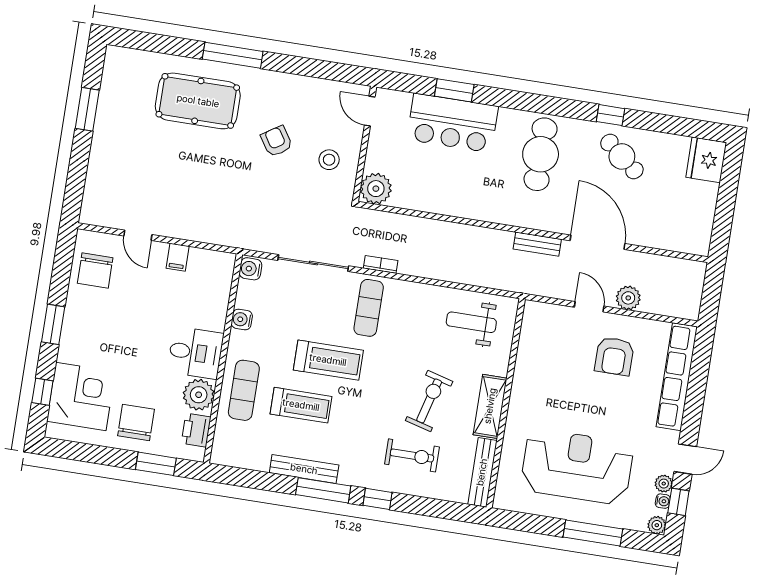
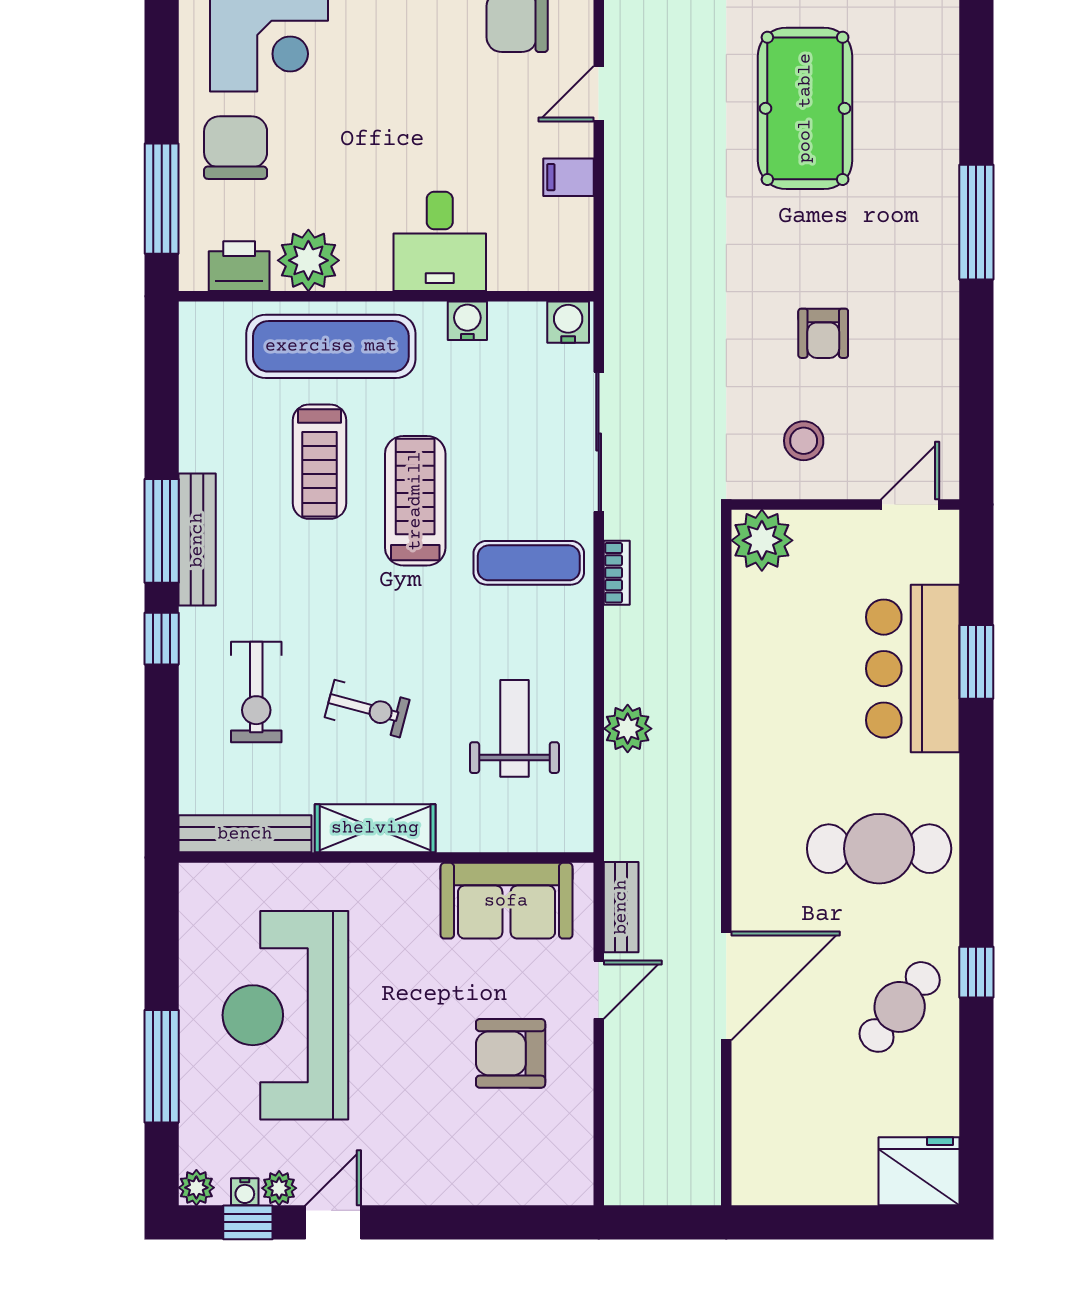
pool table: (198, 101) -> (805, 108), moved
armchair: (276, 141) -> (823, 333), turned 123
bench: (537, 244) -> (621, 907), moved
plant: (628, 298) -> (628, 729), moved
weight bench: (471, 322) -> (514, 728), moved
sofa: (537, 346) -> (506, 901), added
desk: (196, 353) -> (440, 241), moved
treadmill: (328, 360) -> (415, 501), turned 180
row of seats: (677, 377) -> (490, 1181), removed
exercise mat: (244, 390) -> (331, 346), width x1.36, depth x1.45
exercise bike: (429, 401) -> (367, 709), width x0.73, depth x0.72
chair: (136, 422) -> (236, 148), turned -90
door: (685, 459) -> (333, 1222), swing flipped
window: (156, 464) -> (162, 199), width x1.44
reception desk: (577, 467) -> (285, 1015), turned 180
bench: (304, 469) -> (197, 540), moved

